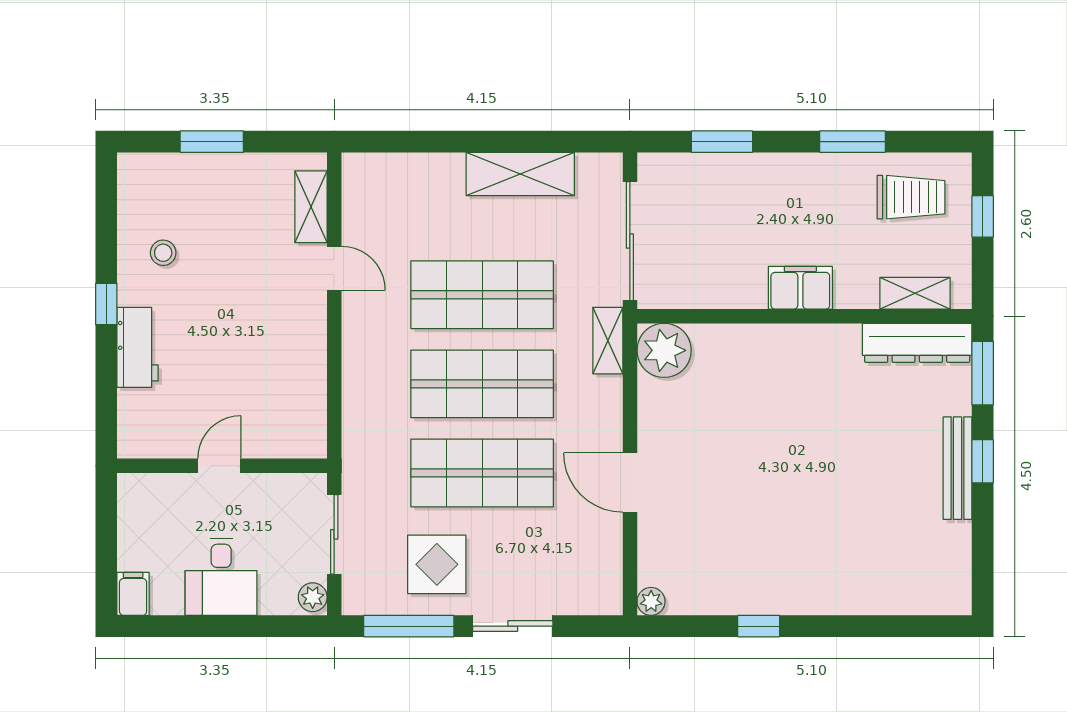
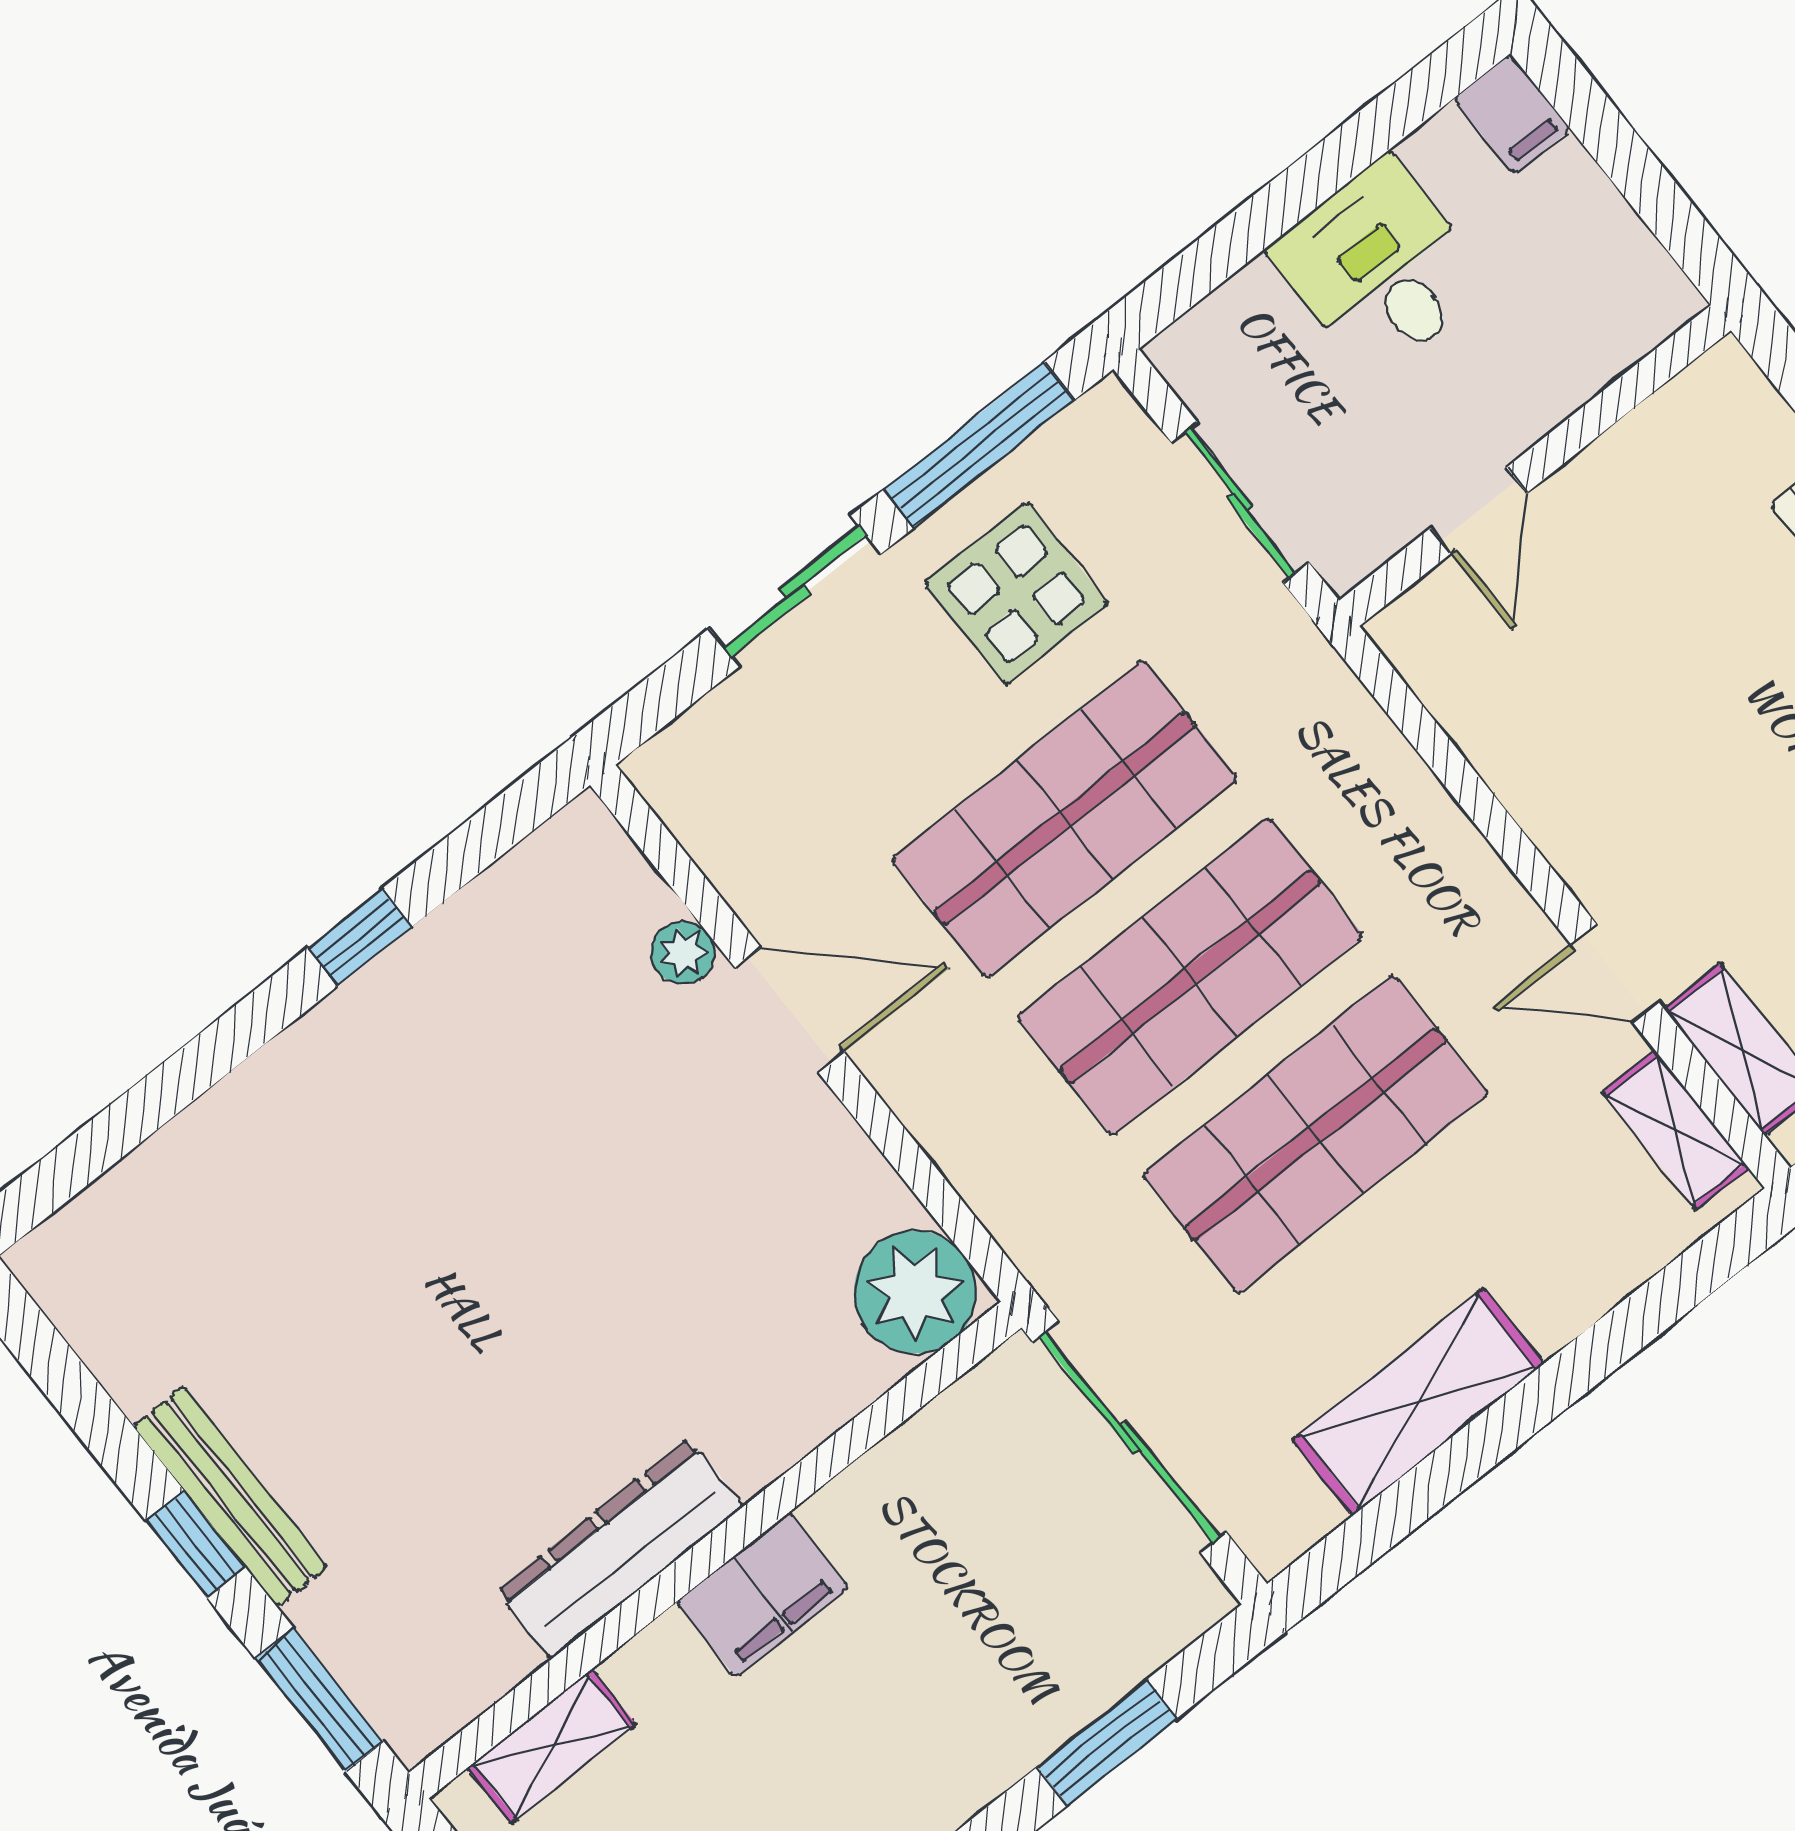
shelving: (608, 341) -> (1676, 1130), moved
dresser: (917, 343) -> (620, 1549), moved
door: (219, 466) -> (1479, 510), moved
plant: (313, 597) -> (1190, 361), removed
plant: (651, 601) -> (683, 953), moved

